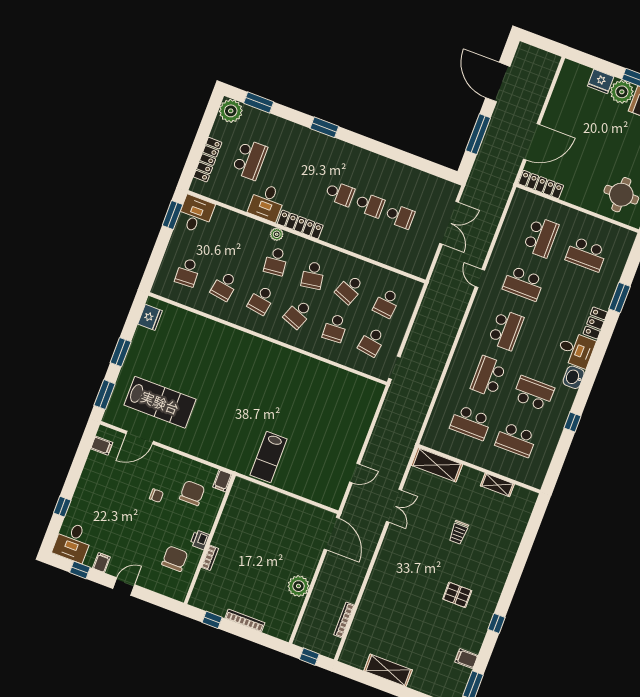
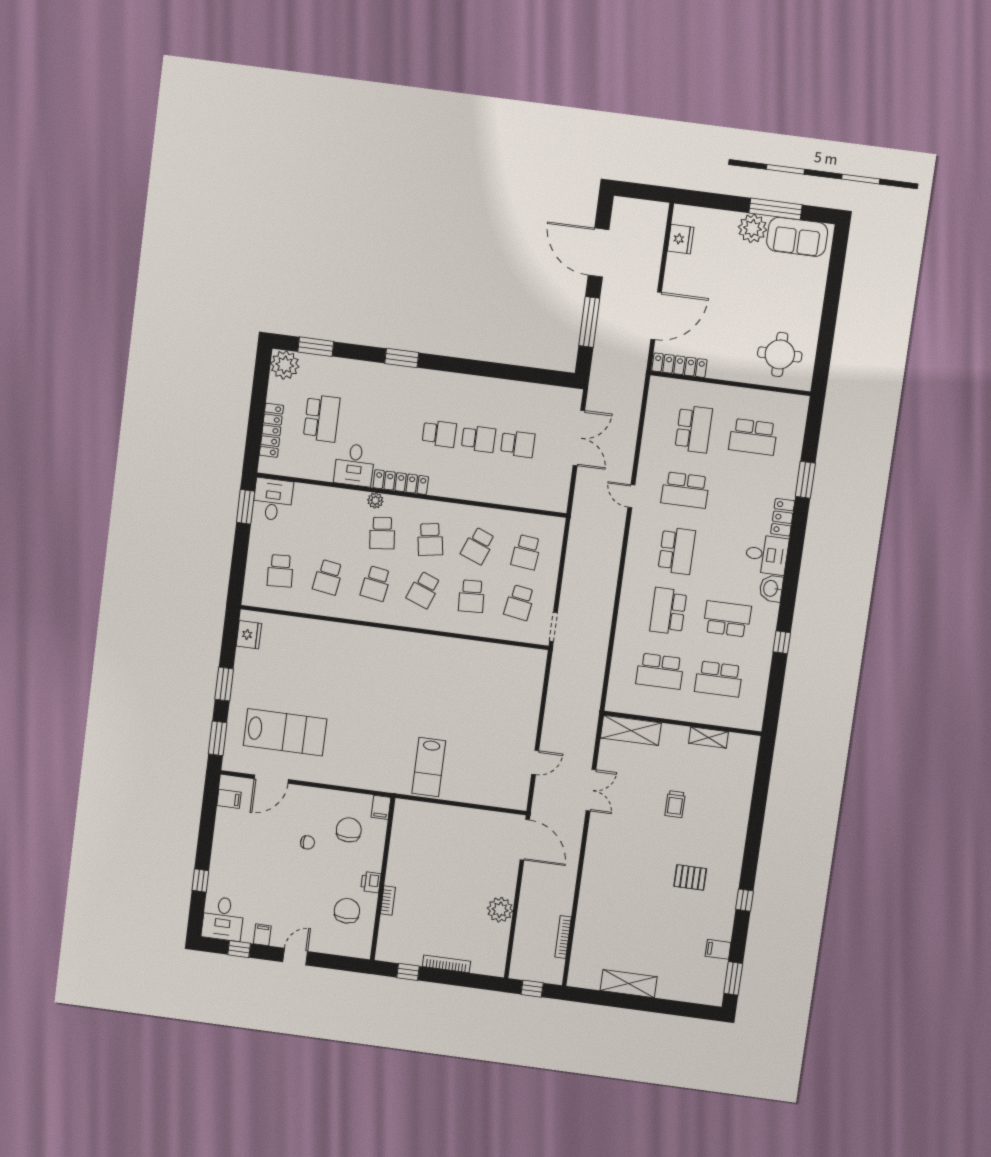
fridge: (601, 81) -> (681, 239), moved, turned -90

